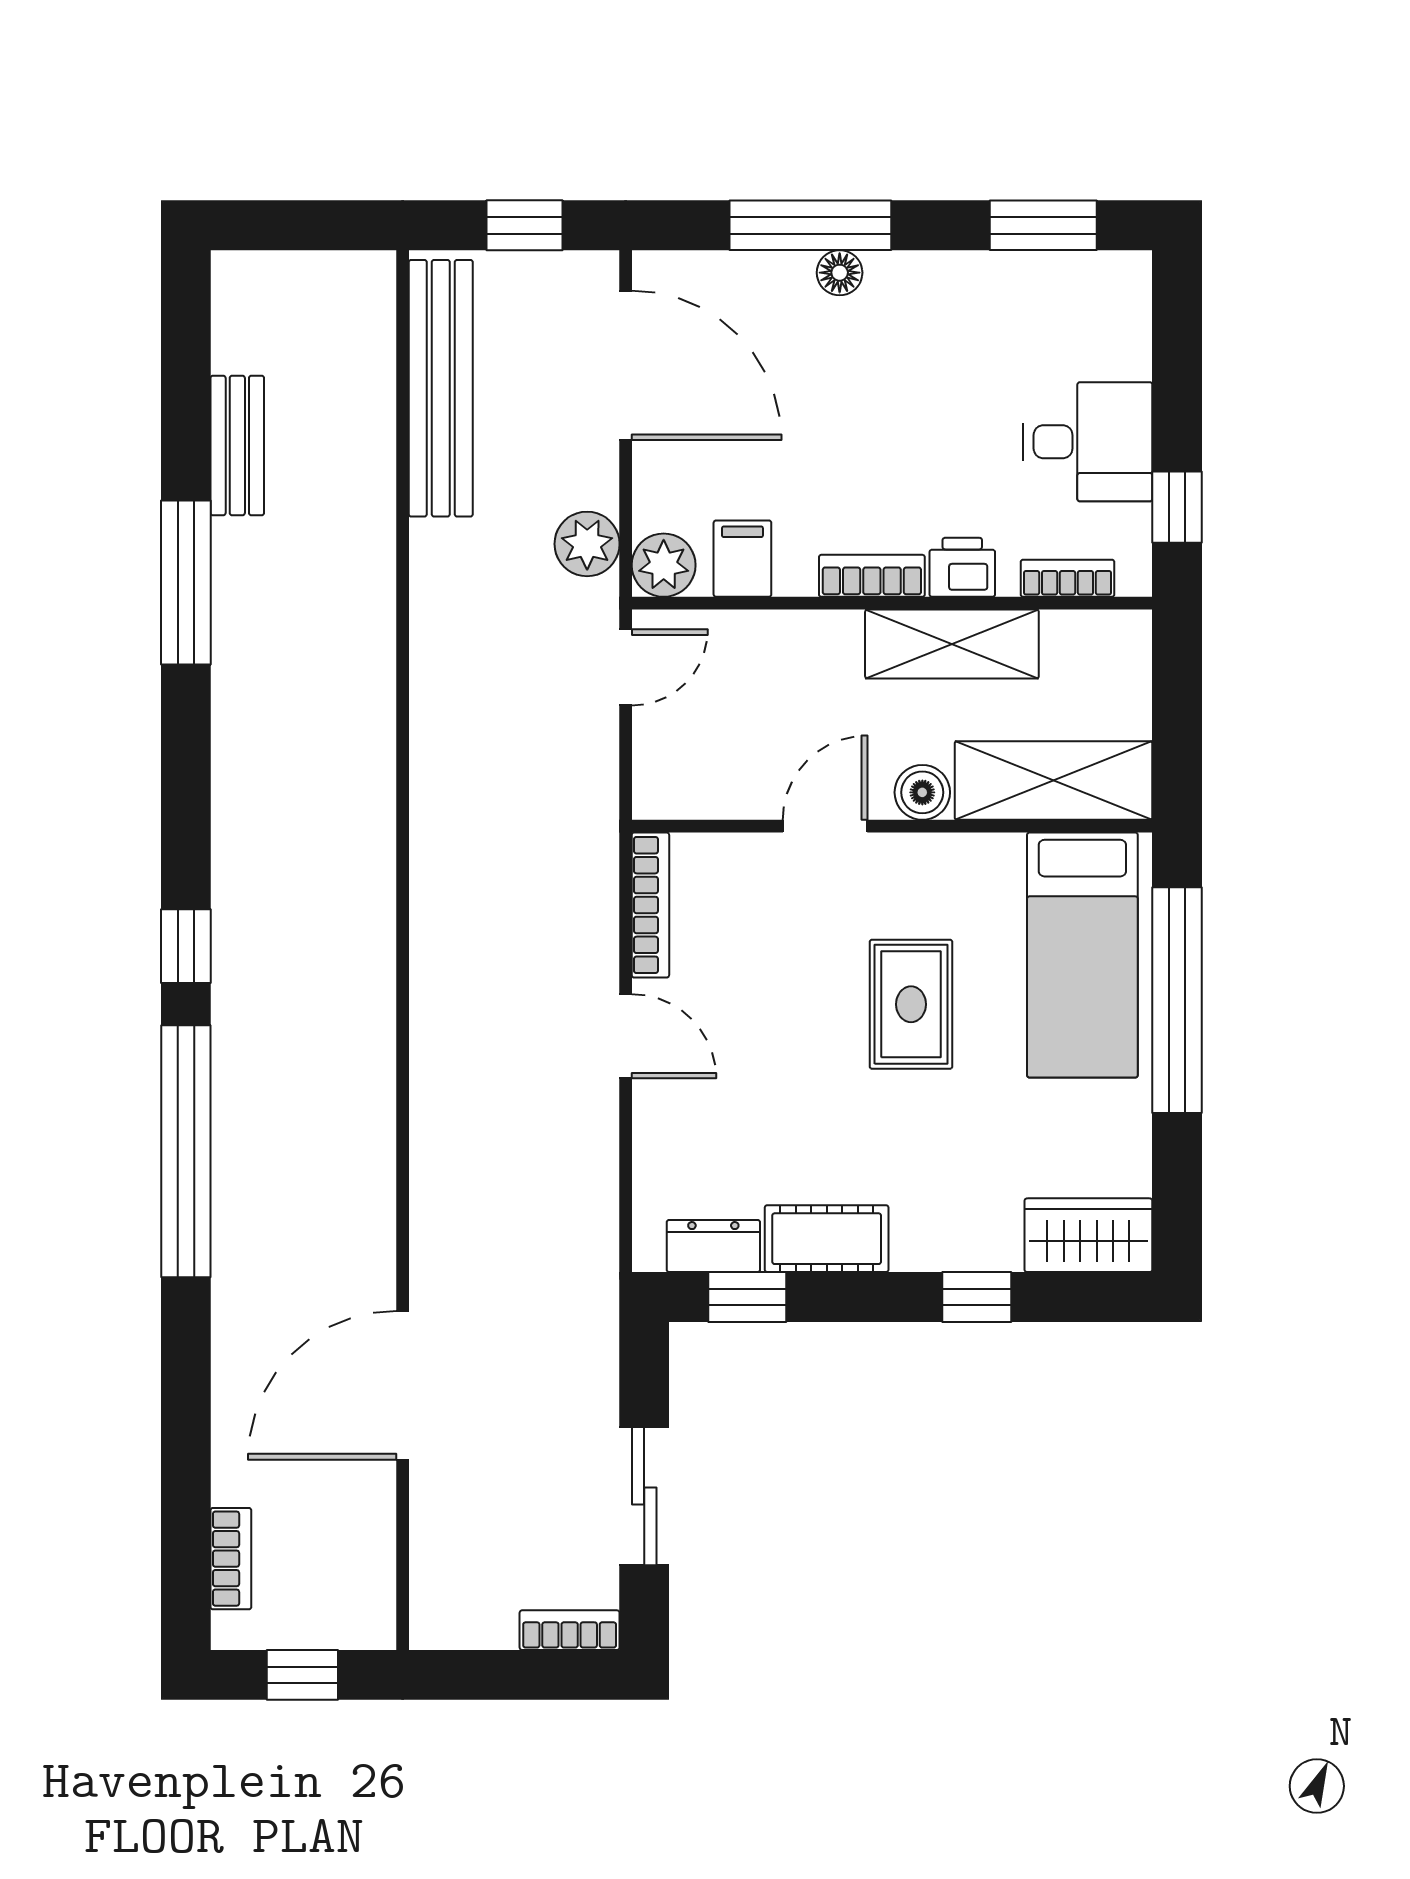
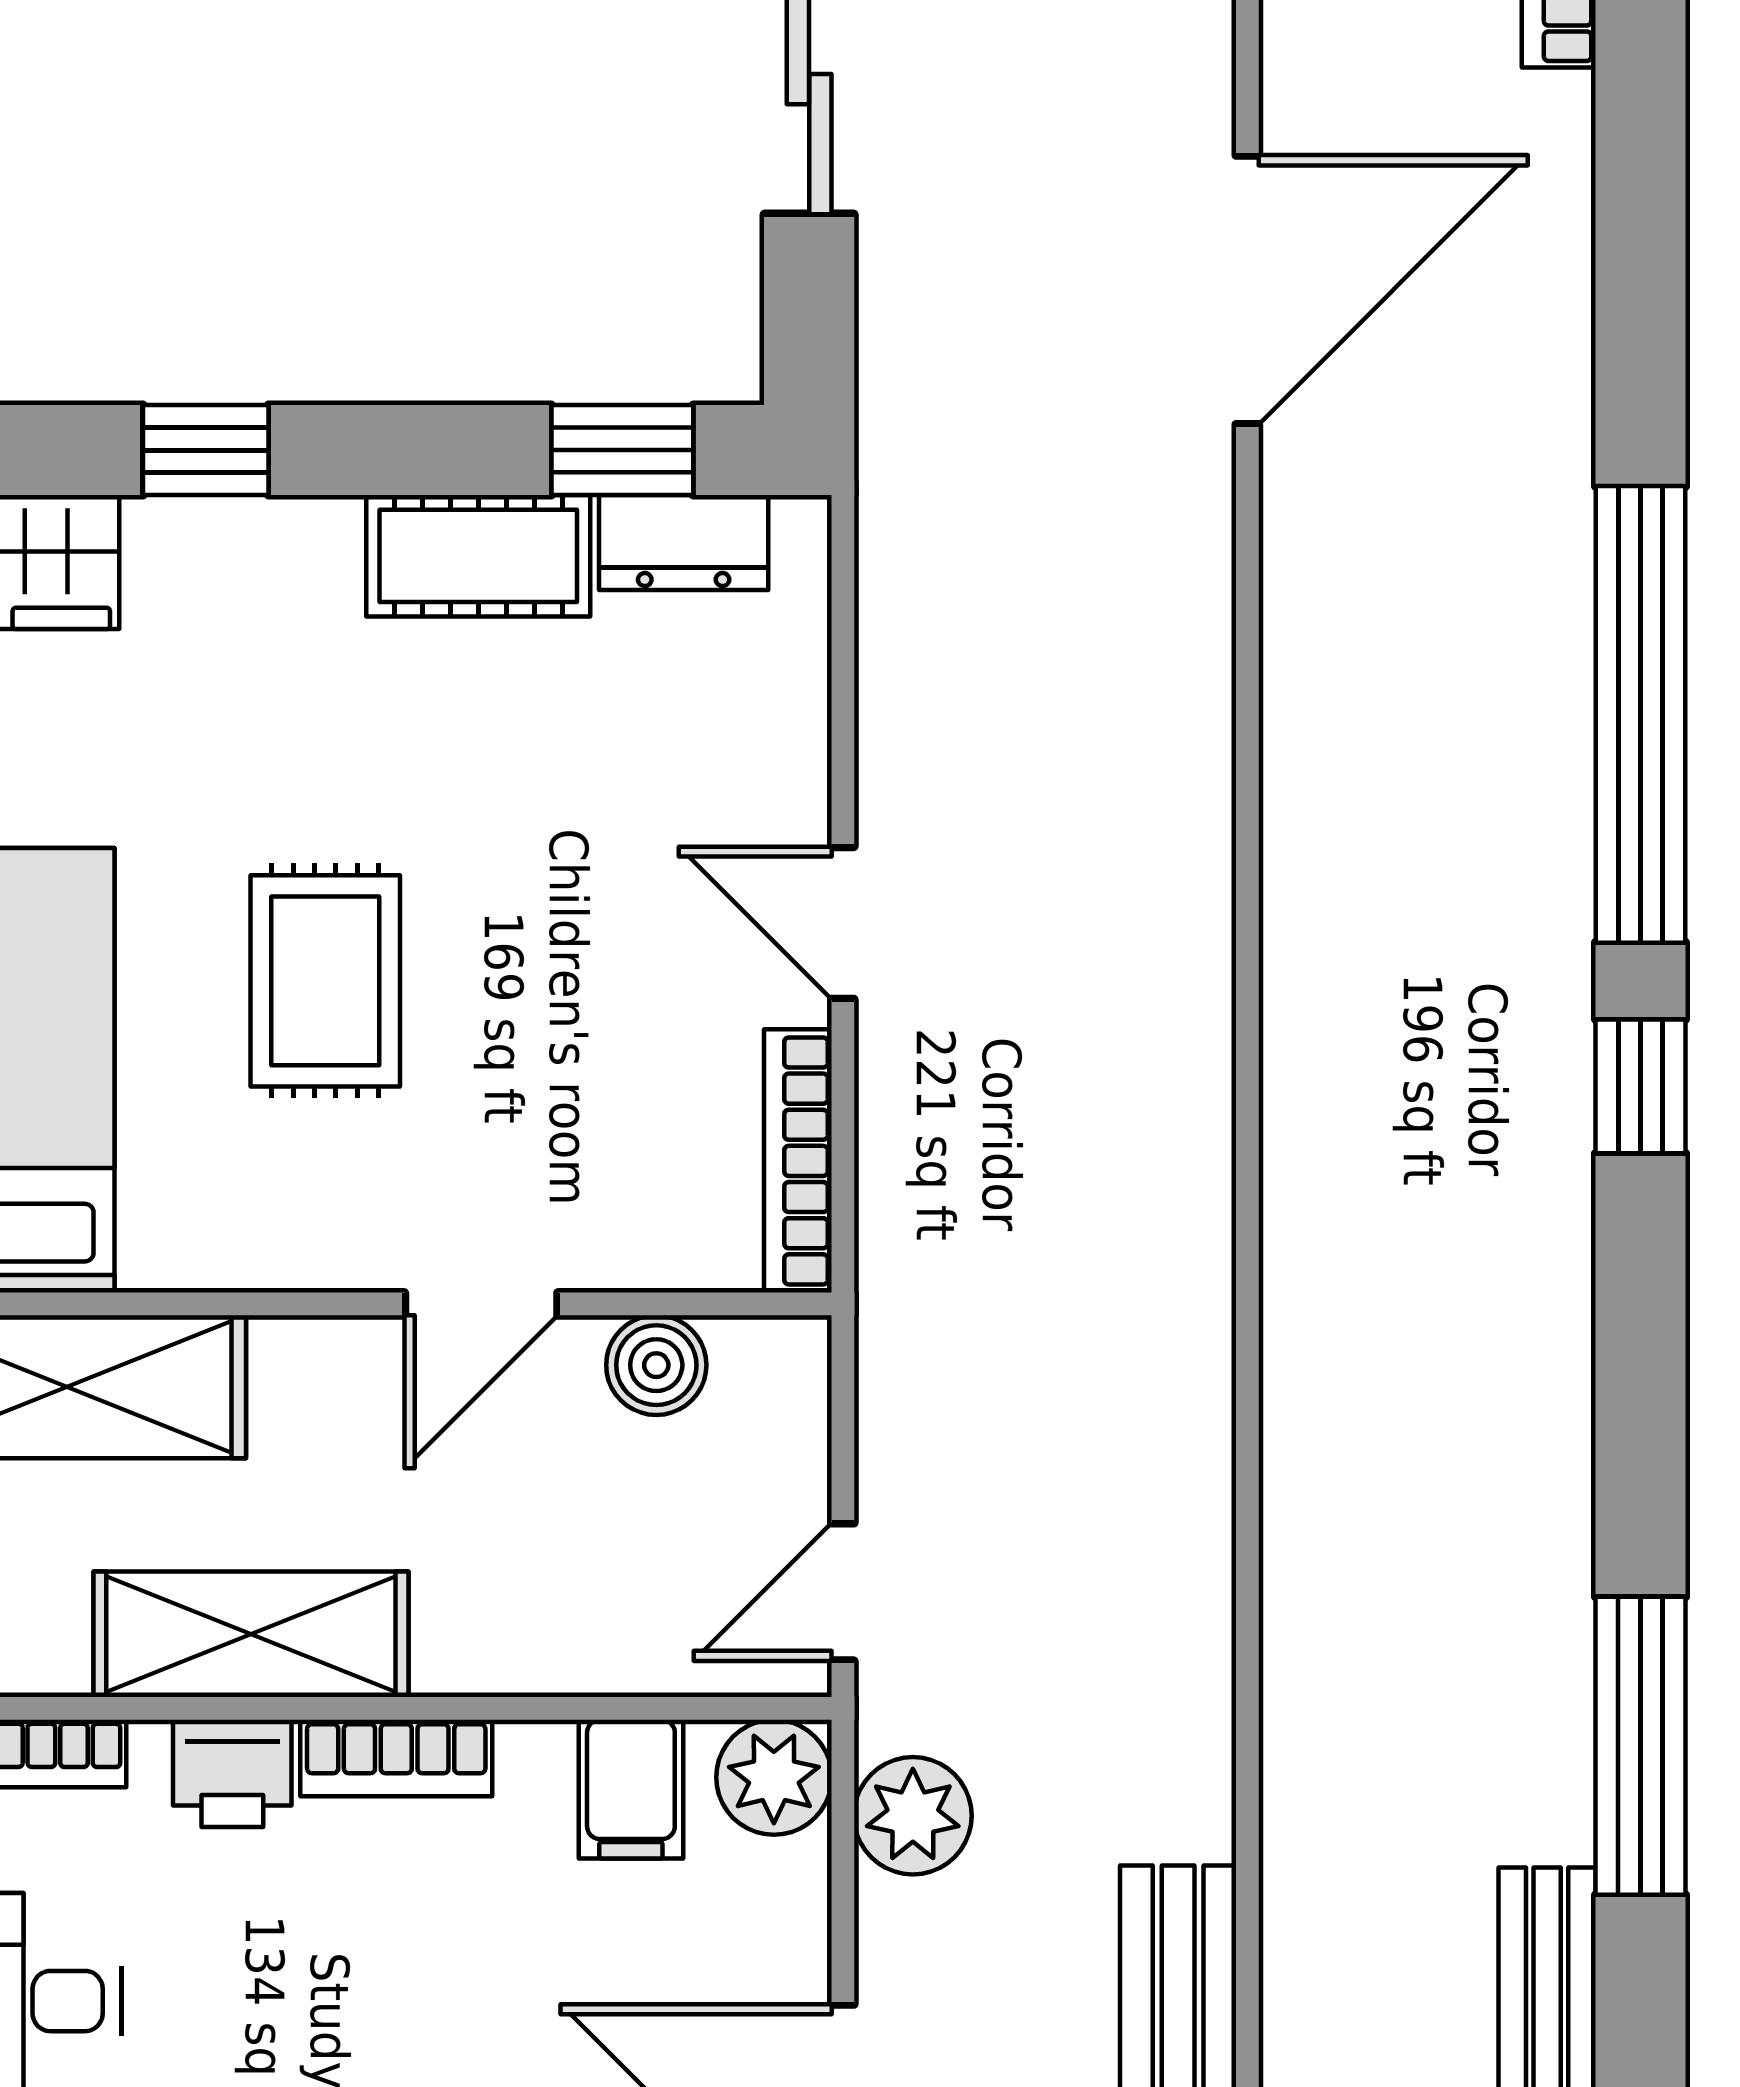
boiler: (922, 792) -> (656, 1365), moved

